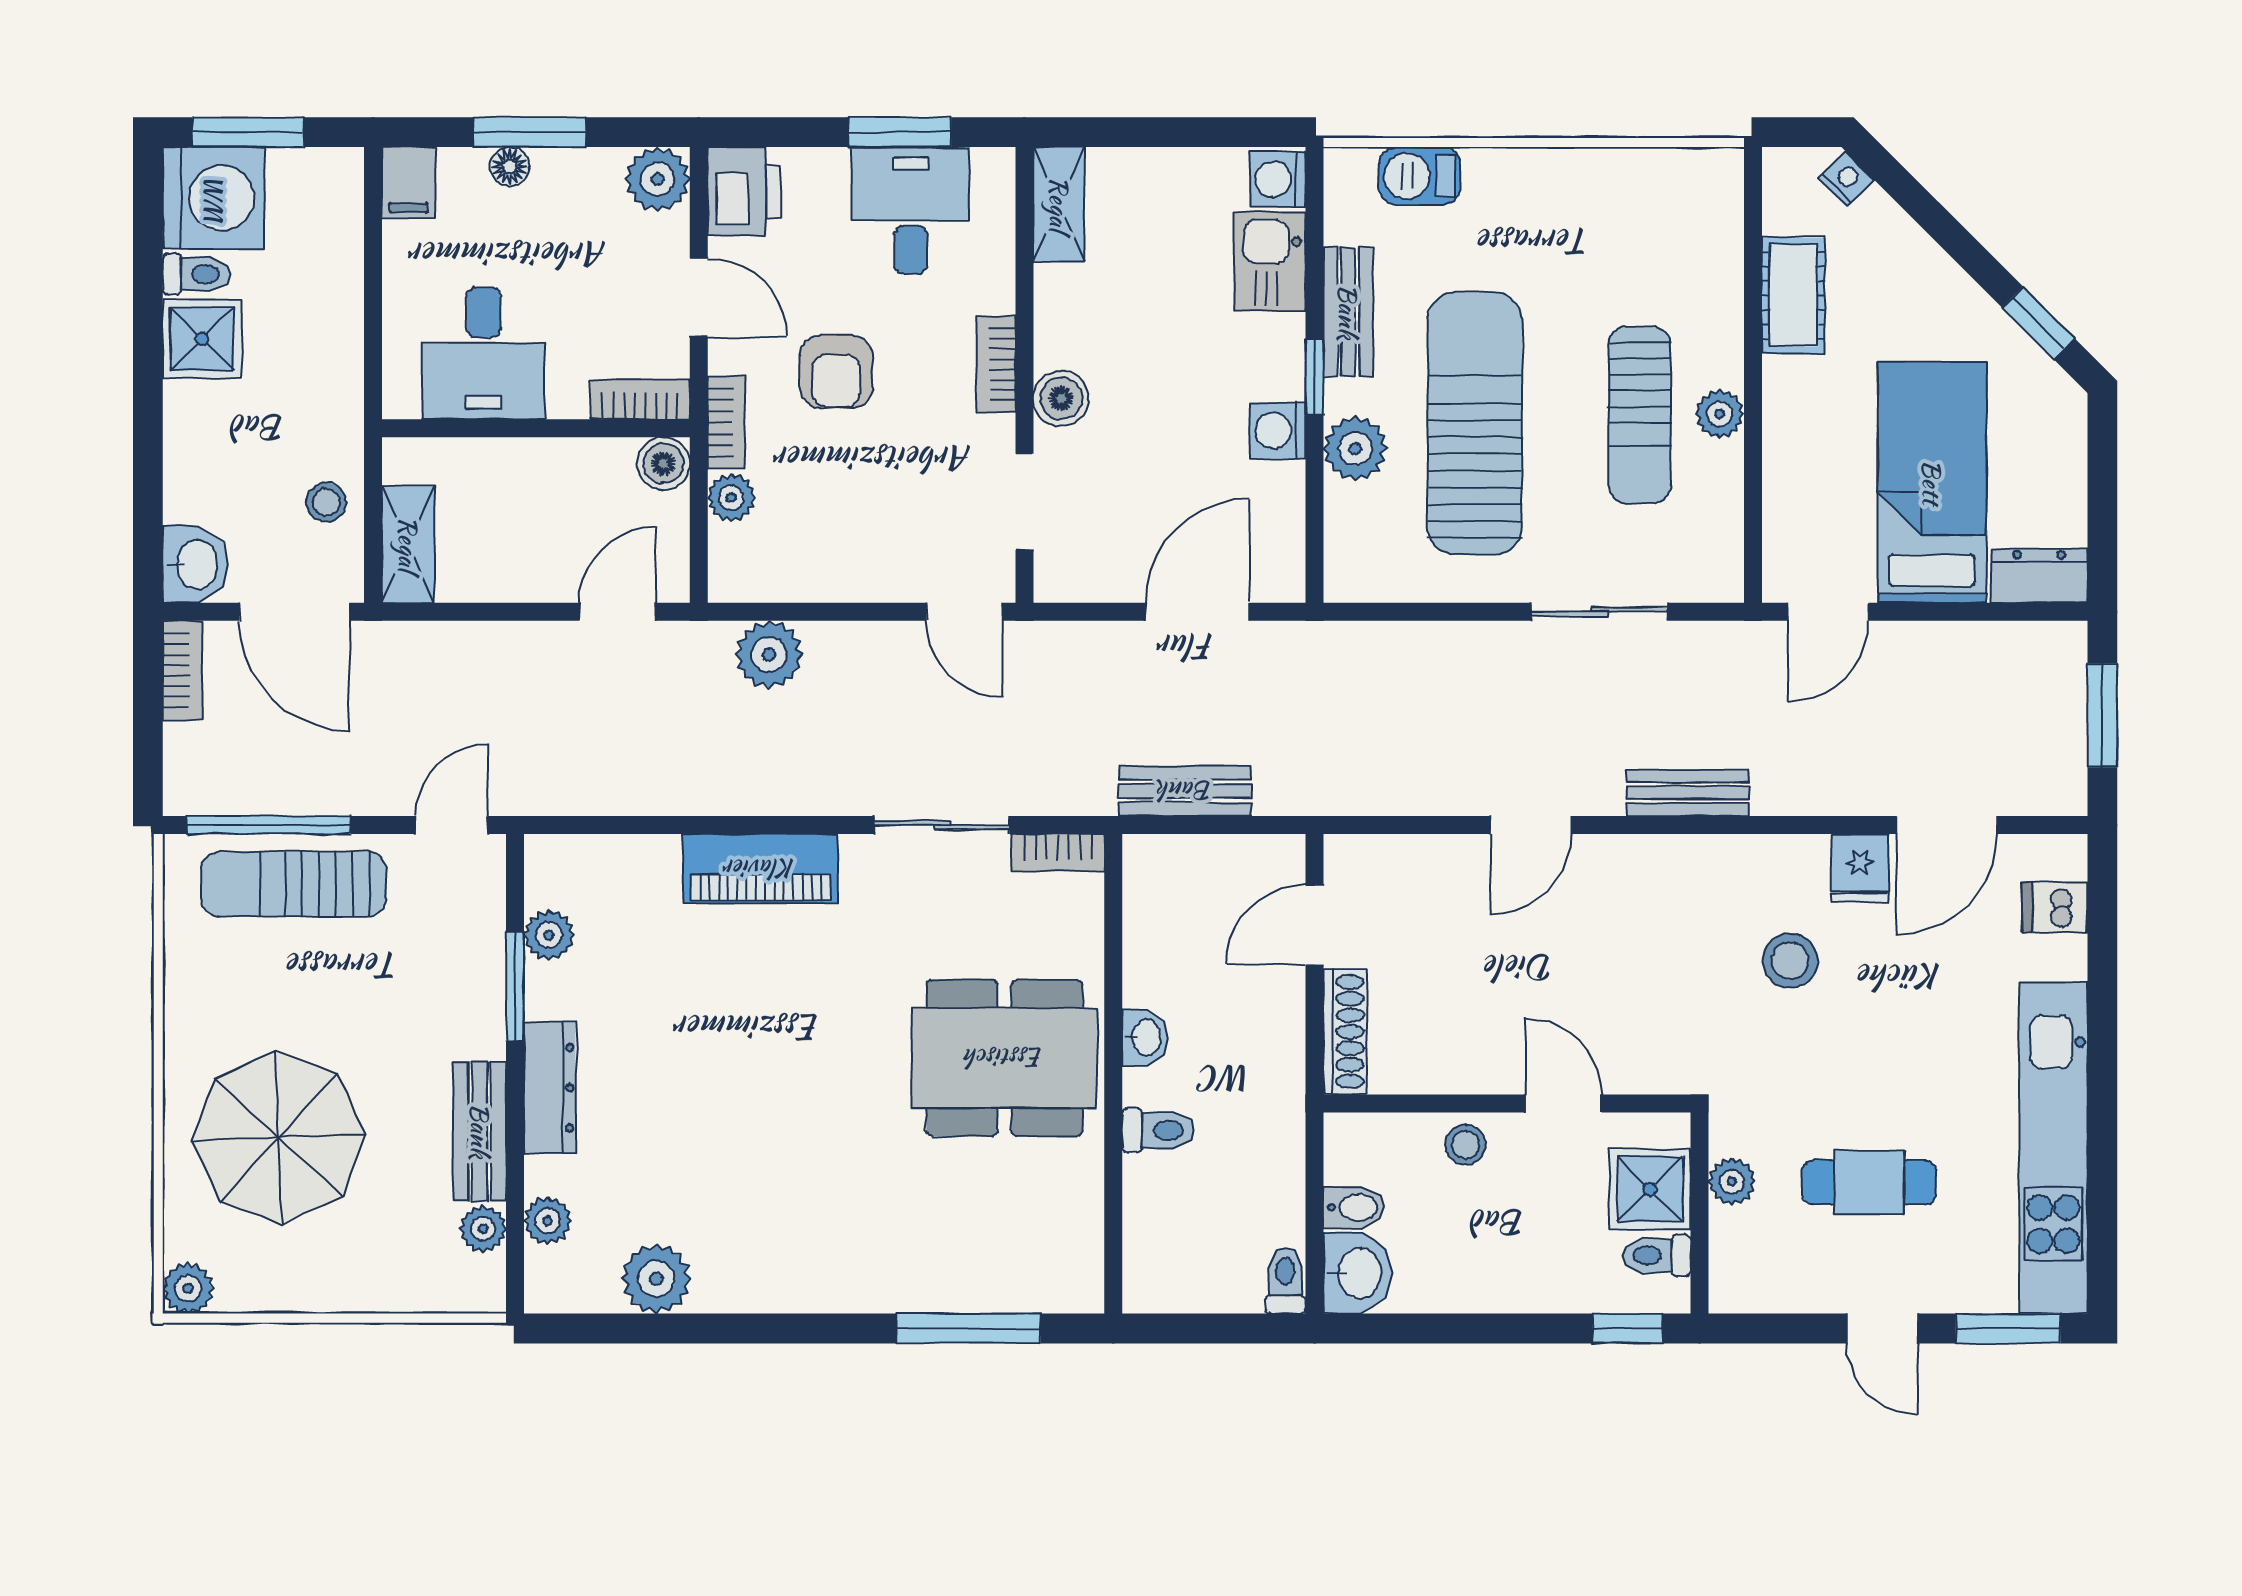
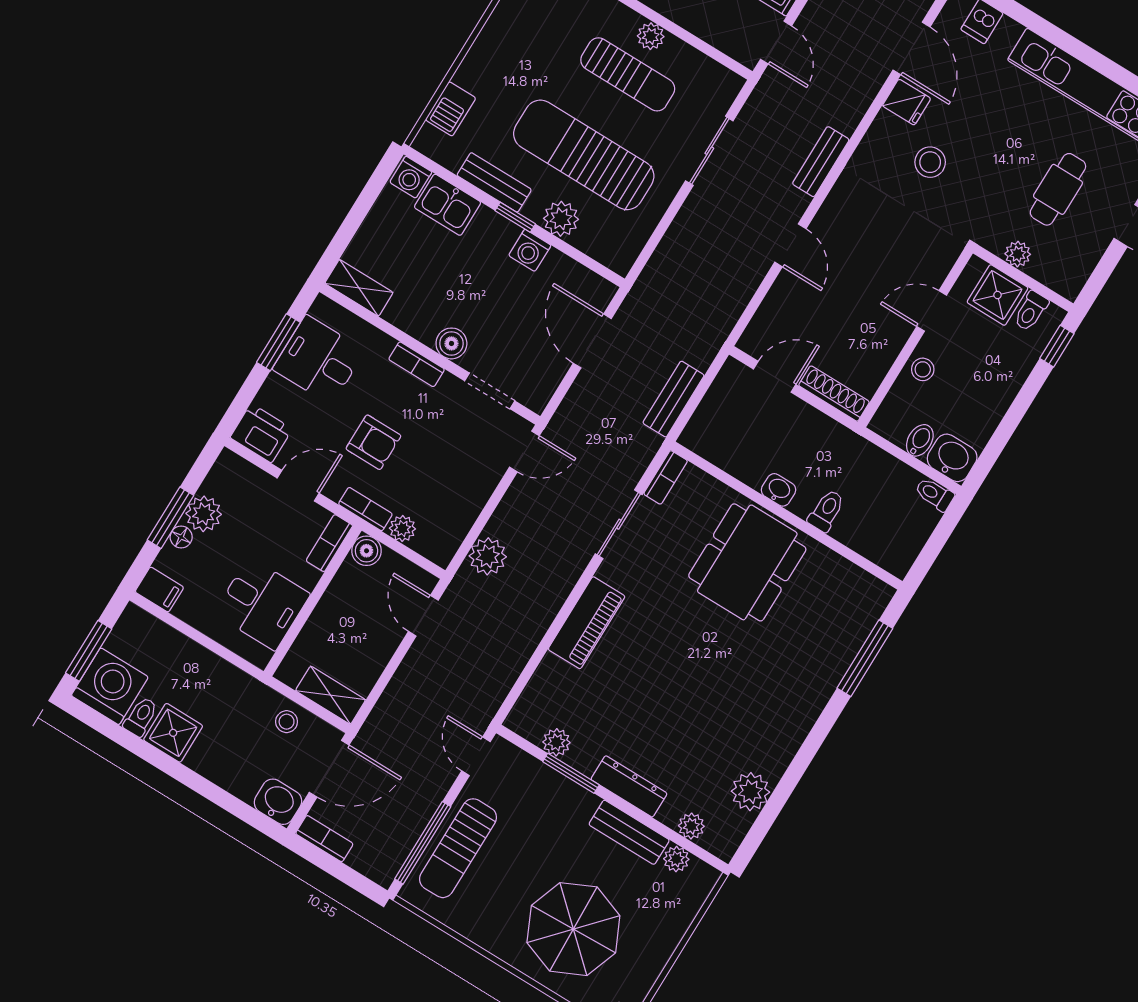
plant: (657, 179) -> (204, 514), moved
door: (1315, 925) -> (775, 377), swing flipped

